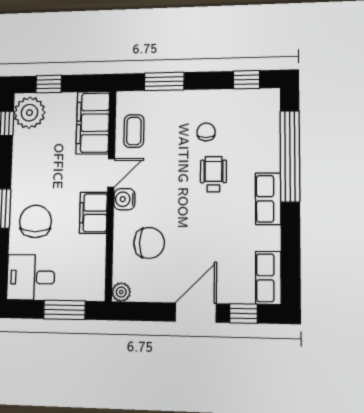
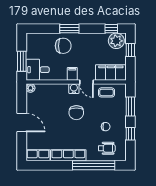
window: (246, 80) -> (130, 134), moved
wheelchair: (213, 174) -> (107, 148), moved
row of seats: (268, 199) -> (68, 155), width x1.48
filing cabinet: (93, 213) -> (72, 74), width x0.50
chair: (149, 243) -> (76, 113), moved
desk: (31, 277) -> (38, 70), moved, turned -90
window: (243, 314) -> (22, 144), removed

